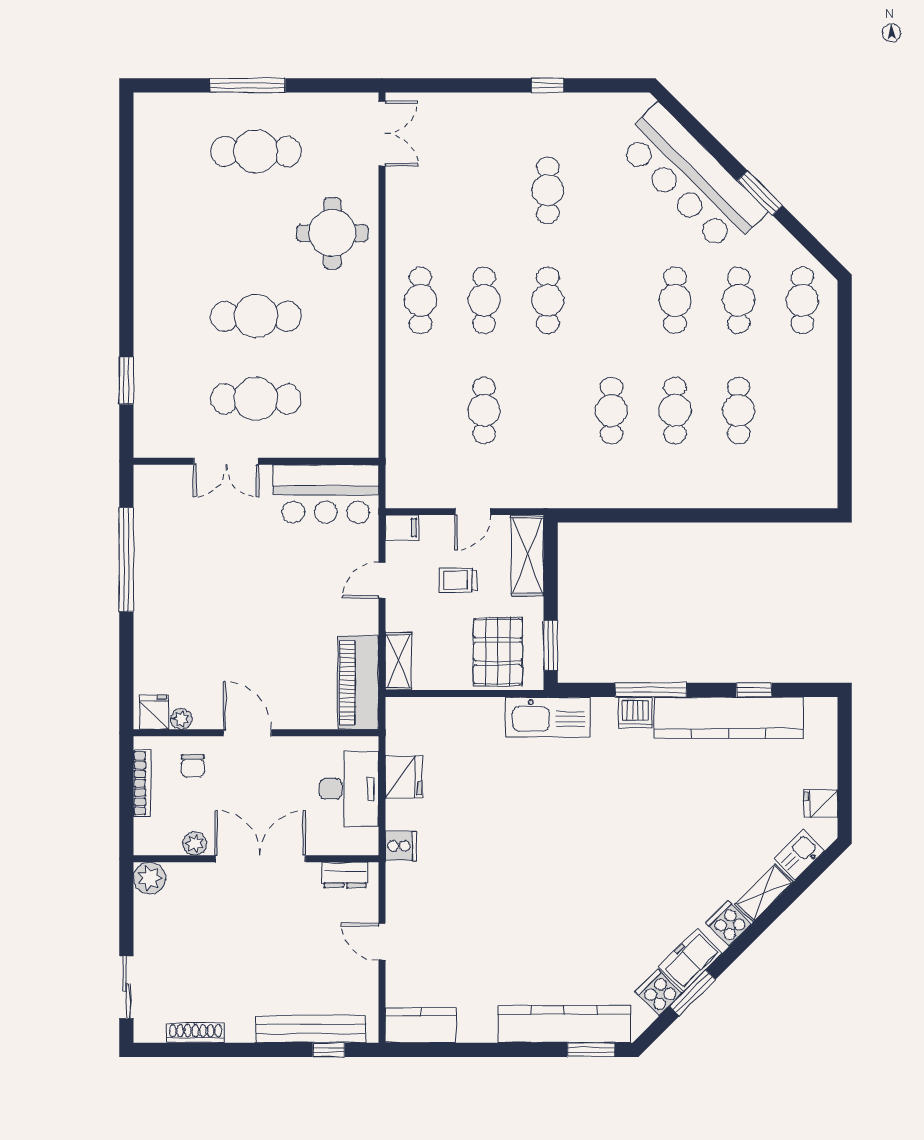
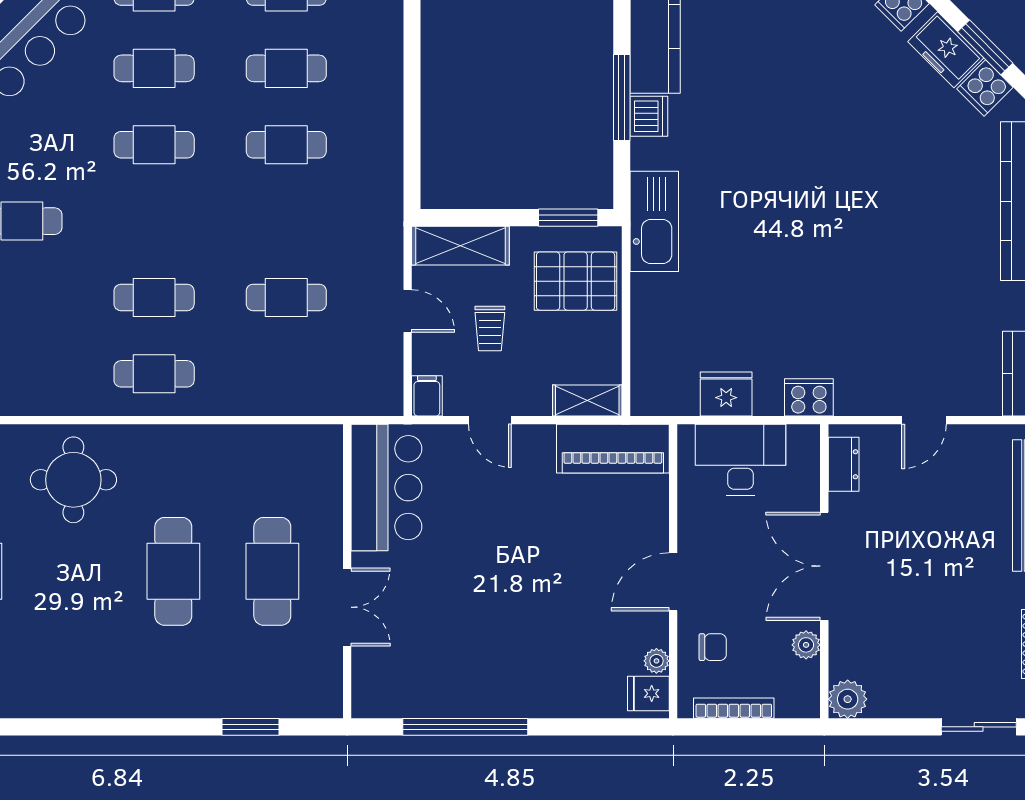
cafe table: (548, 300) -> (154, 145), moved
cooker: (401, 846) -> (809, 397), width x1.36

